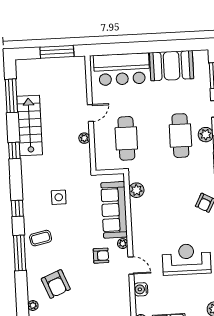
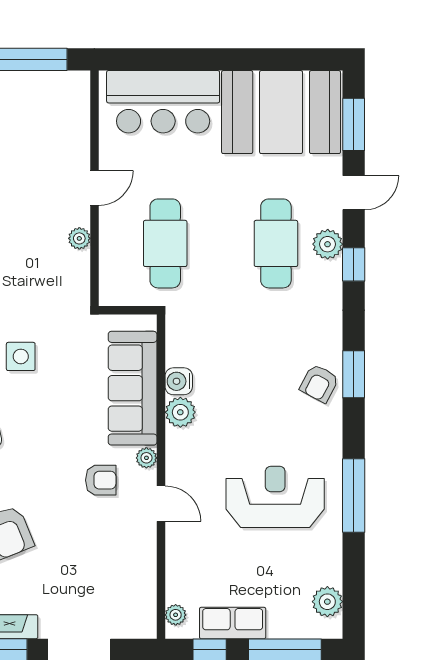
booth: (172, 66) -> (281, 112), width x1.36, depth x1.42
plant: (136, 190) -> (180, 412), moved
water cooler: (141, 289) -> (179, 381), moved

